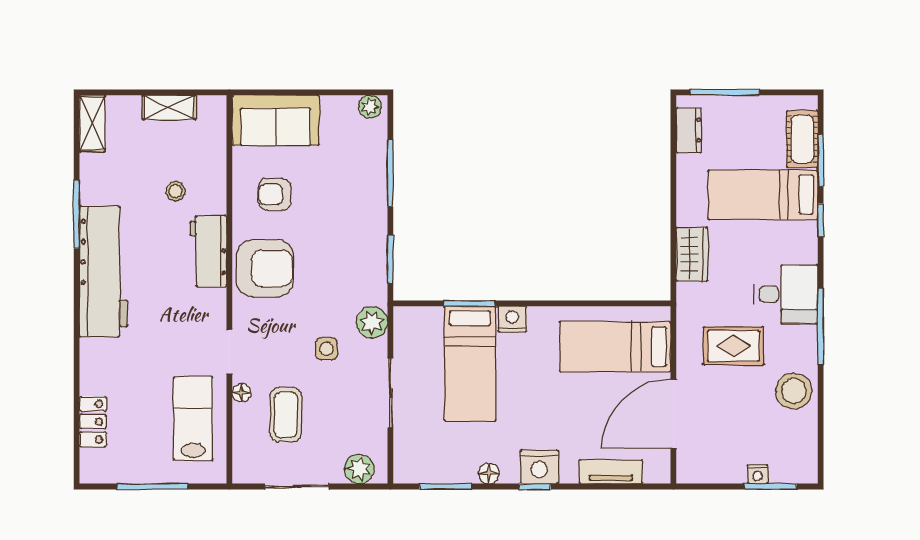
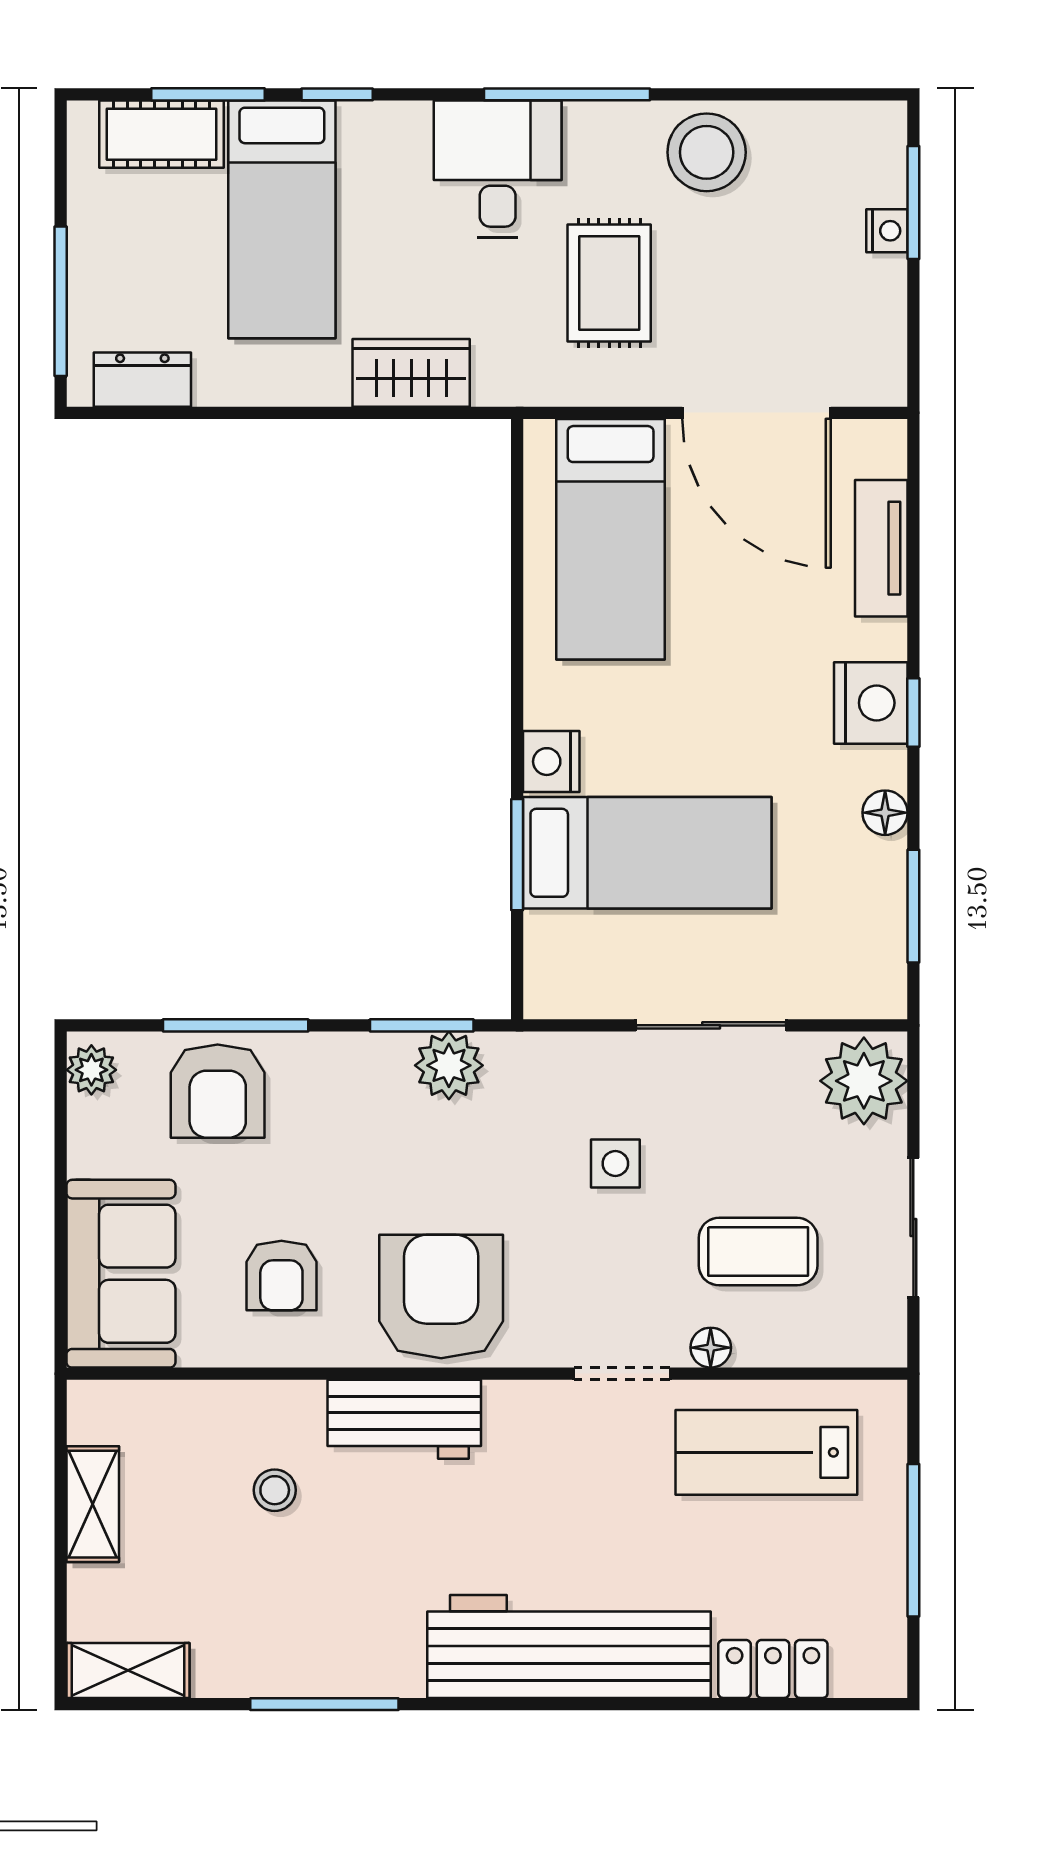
armchair: (360, 165) -> (218, 1091), added
workbench: (103, 271) -> (569, 1646), moved
plant: (372, 322) -> (449, 1065), moved
plant: (359, 469) -> (864, 1081), width x1.36, depth x1.36

